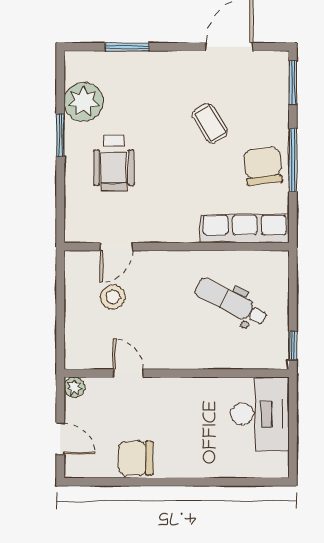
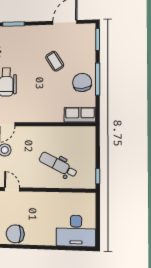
row of seats: (245, 228) -> (80, 115), width x0.68
dental chair: (231, 302) -> (58, 165), moved
desk: (260, 414) -> (76, 231), moved, turned 90

